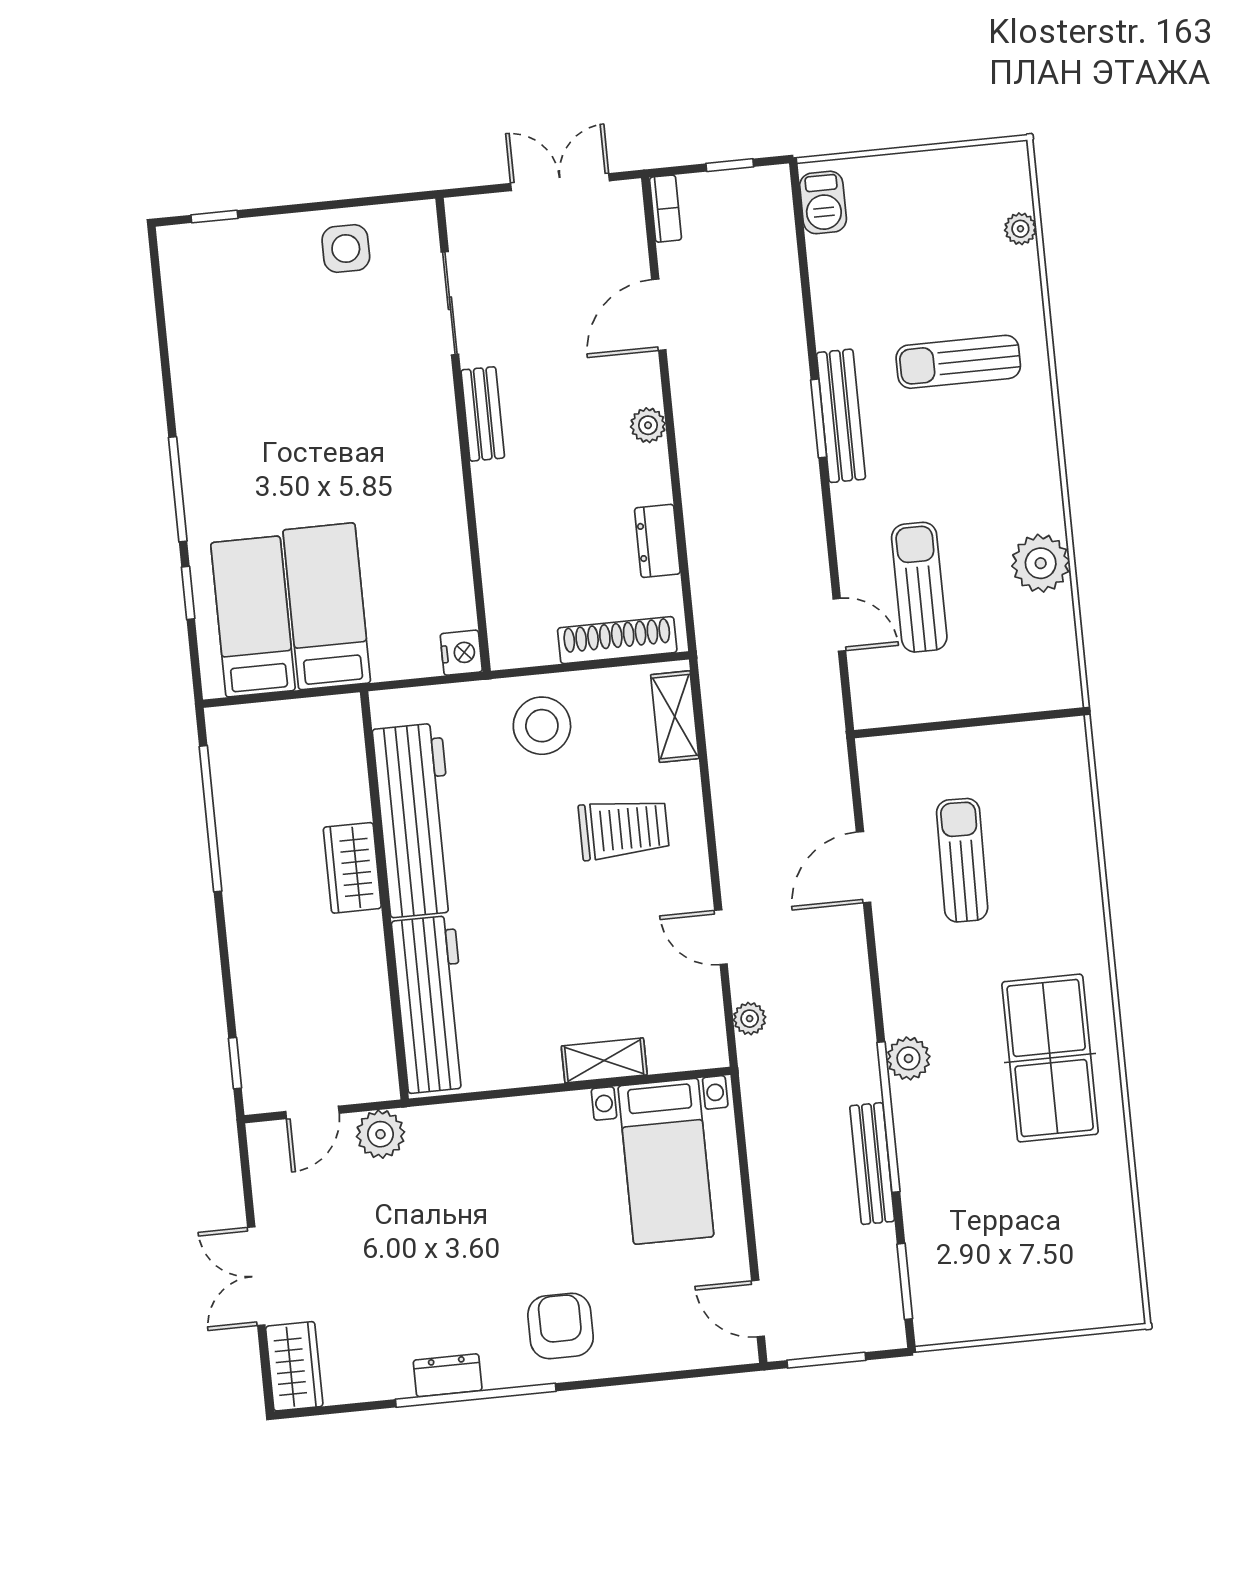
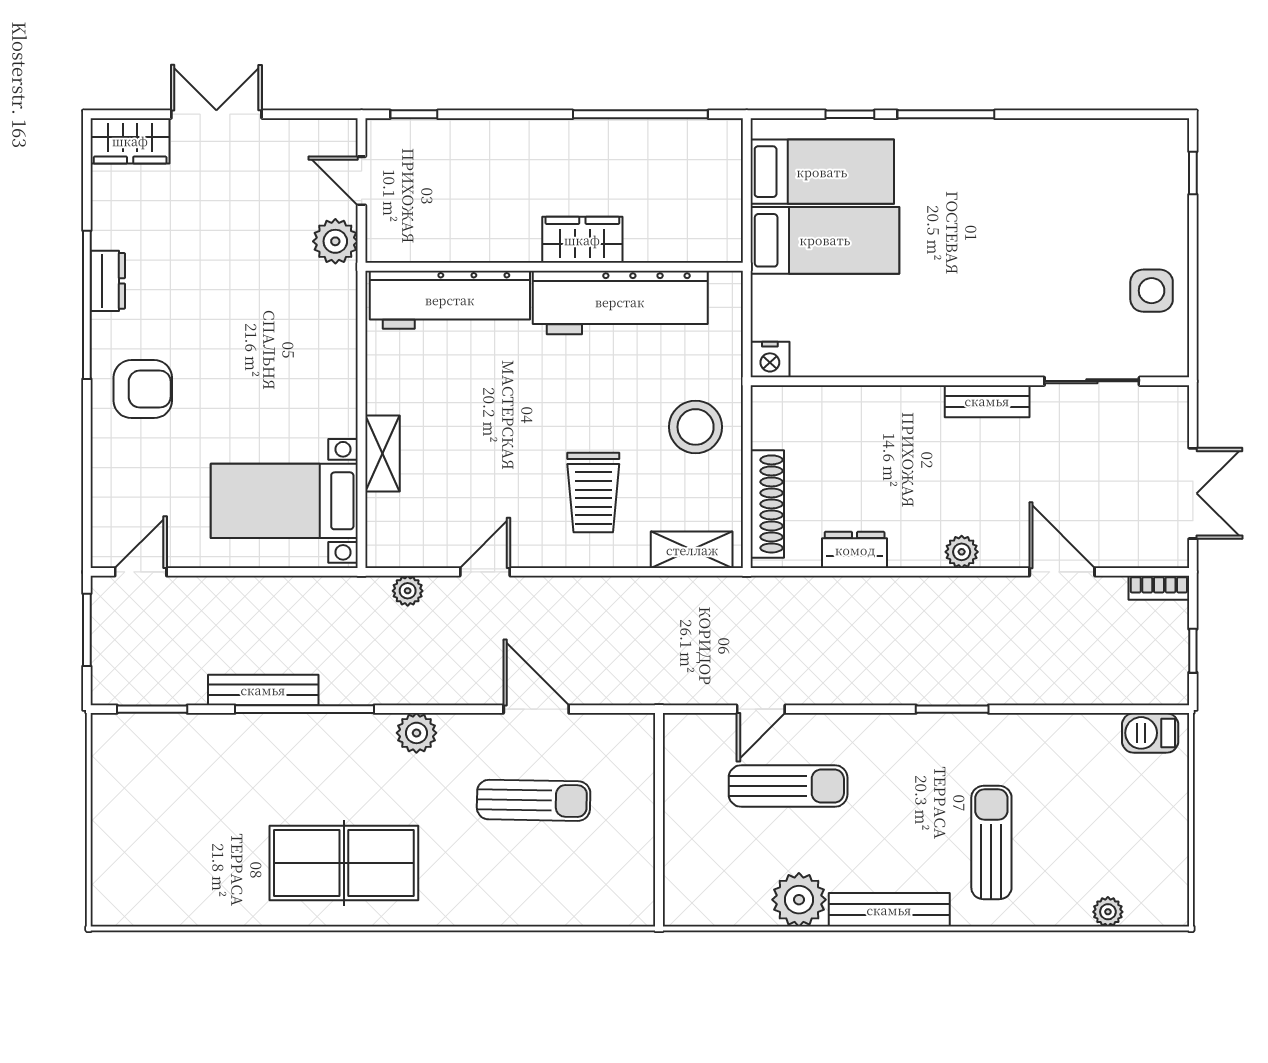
bench: (841, 416) -> (889, 910), moved
plant: (908, 1058) -> (416, 733), moved

